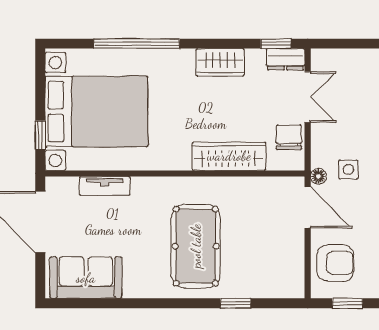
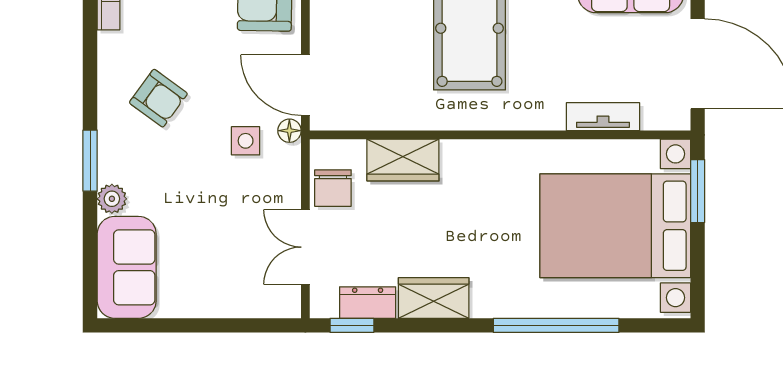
dresser: (286, 59) -> (368, 303), moved
window: (40, 135) -> (698, 191), width x1.50
wardrobe: (229, 156) -> (403, 160), width x0.67

